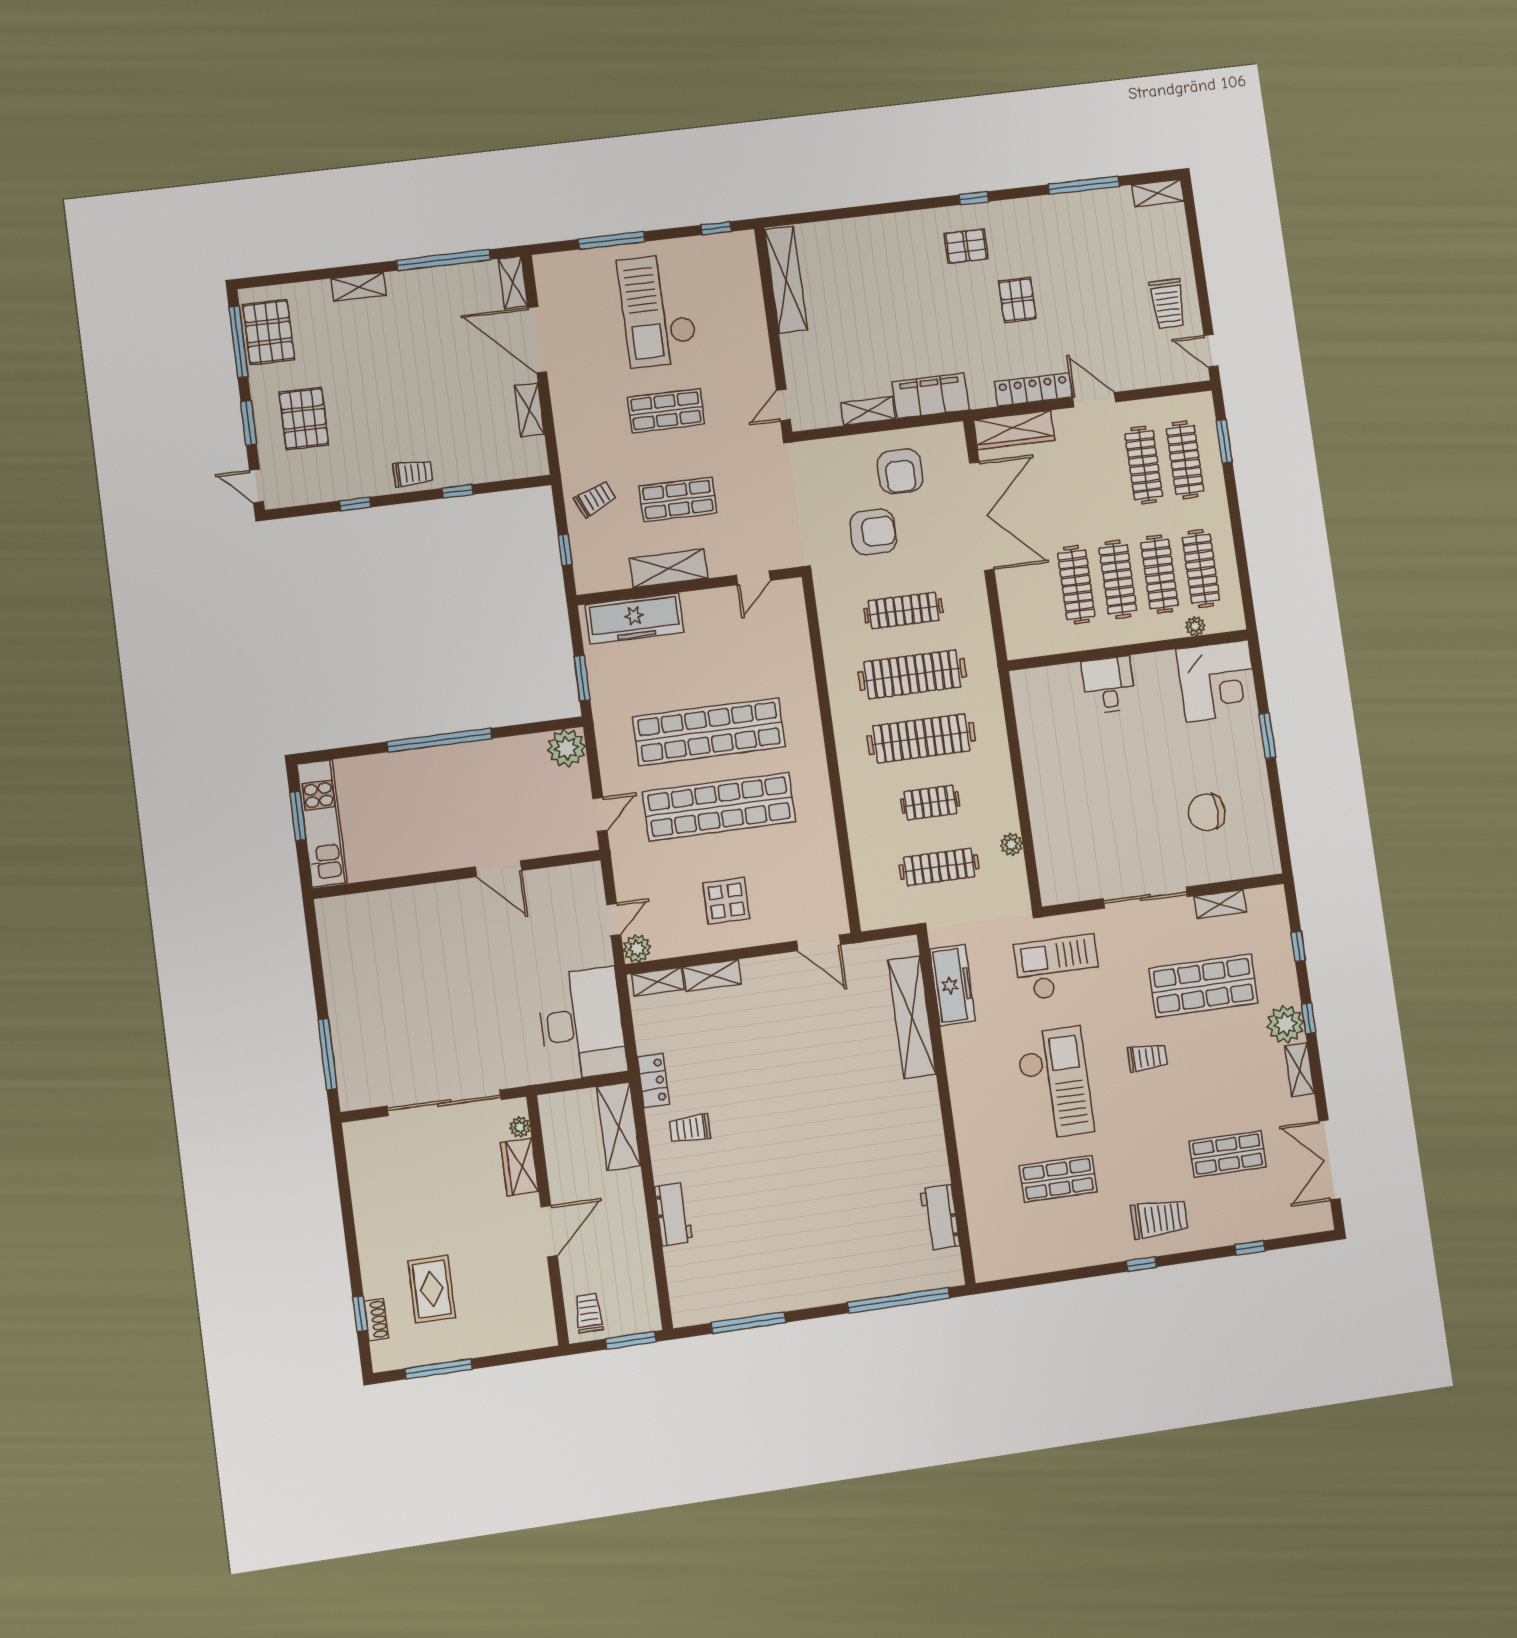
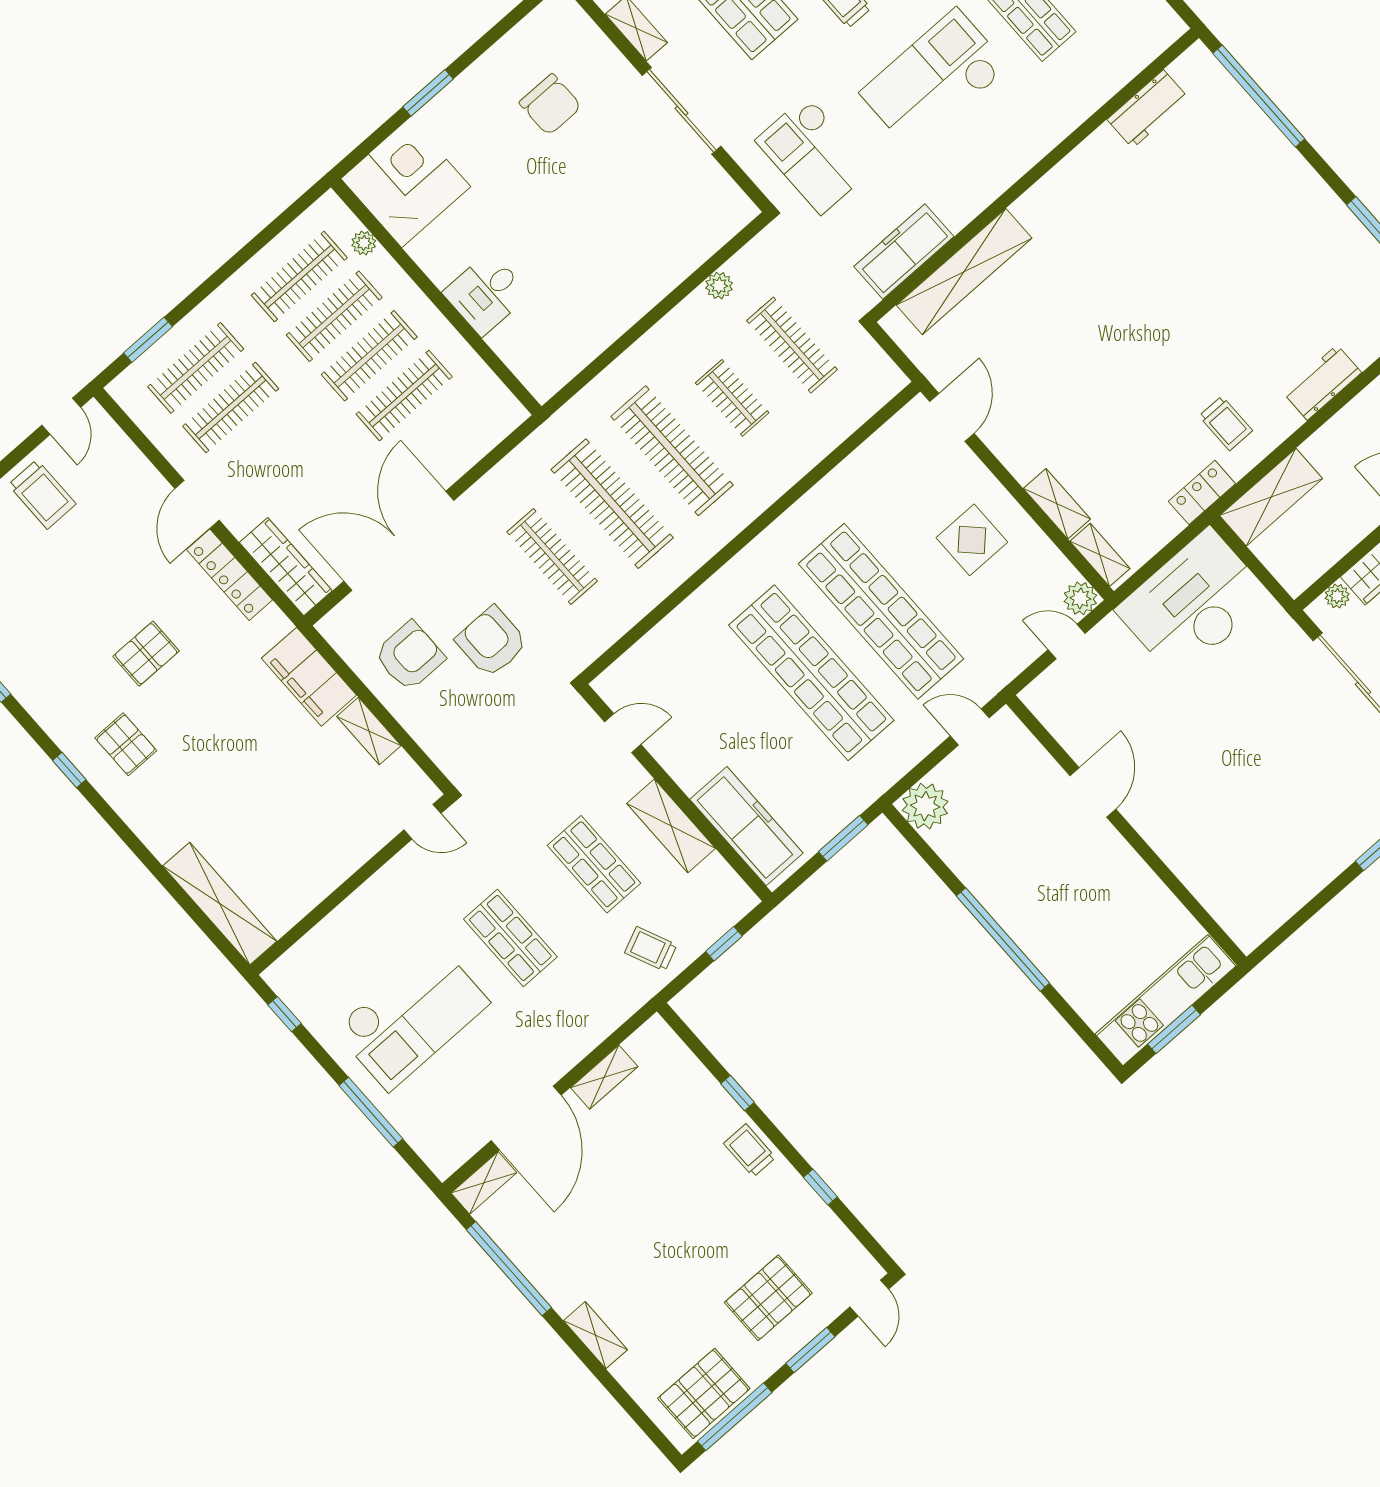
shelving: (786, 280) -> (220, 904), moved, turned 90
trolley: (1168, 304) -> (42, 494), turned 90

